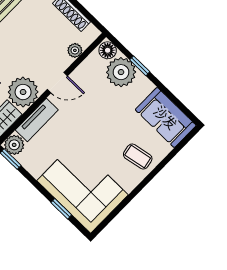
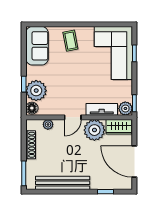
door: (57, 83) -> (73, 117), swing flipped

